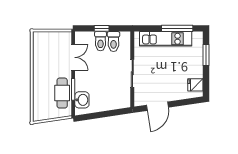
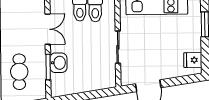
cafe table: (62, 93) -> (19, 72), moved
washbasin: (82, 100) -> (58, 63), moved

